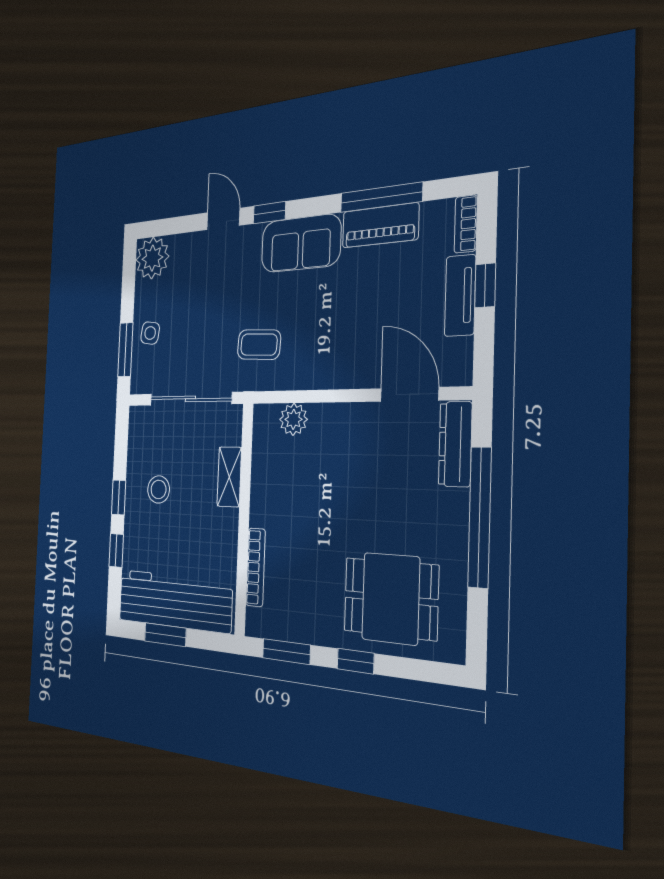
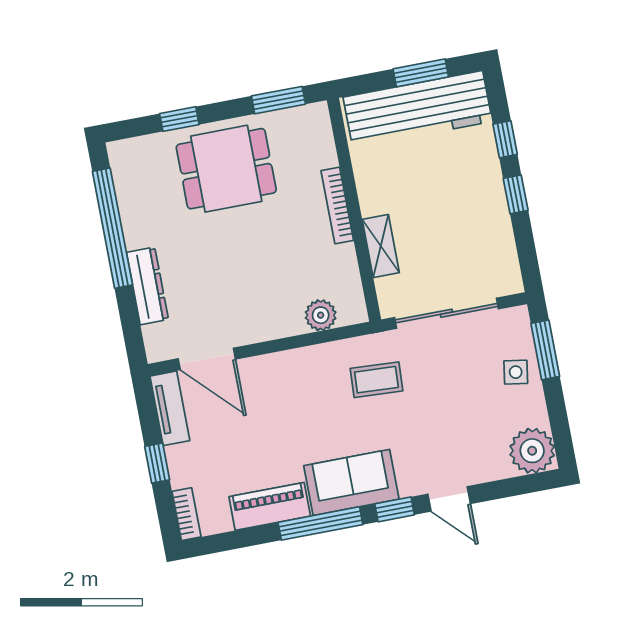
window: (381, 197) -> (320, 523), moved
tv unit: (460, 296) -> (170, 408), moved
dresser: (455, 444) -> (147, 286), moved
stool: (159, 489) -> (465, 214), removed
window: (480, 517) -> (112, 228), moved
bookcase: (256, 567) -> (337, 205), moved
dining table: (391, 598) -> (226, 169), moved
window: (356, 661) -> (179, 119), moved

